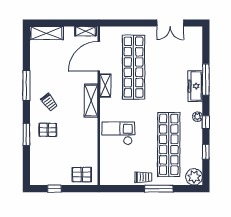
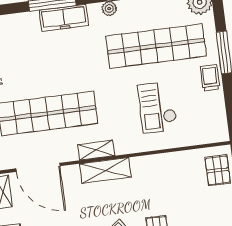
shelving: (105, 86) -> (96, 150), moved
checkout: (118, 133) -> (157, 107), moved

